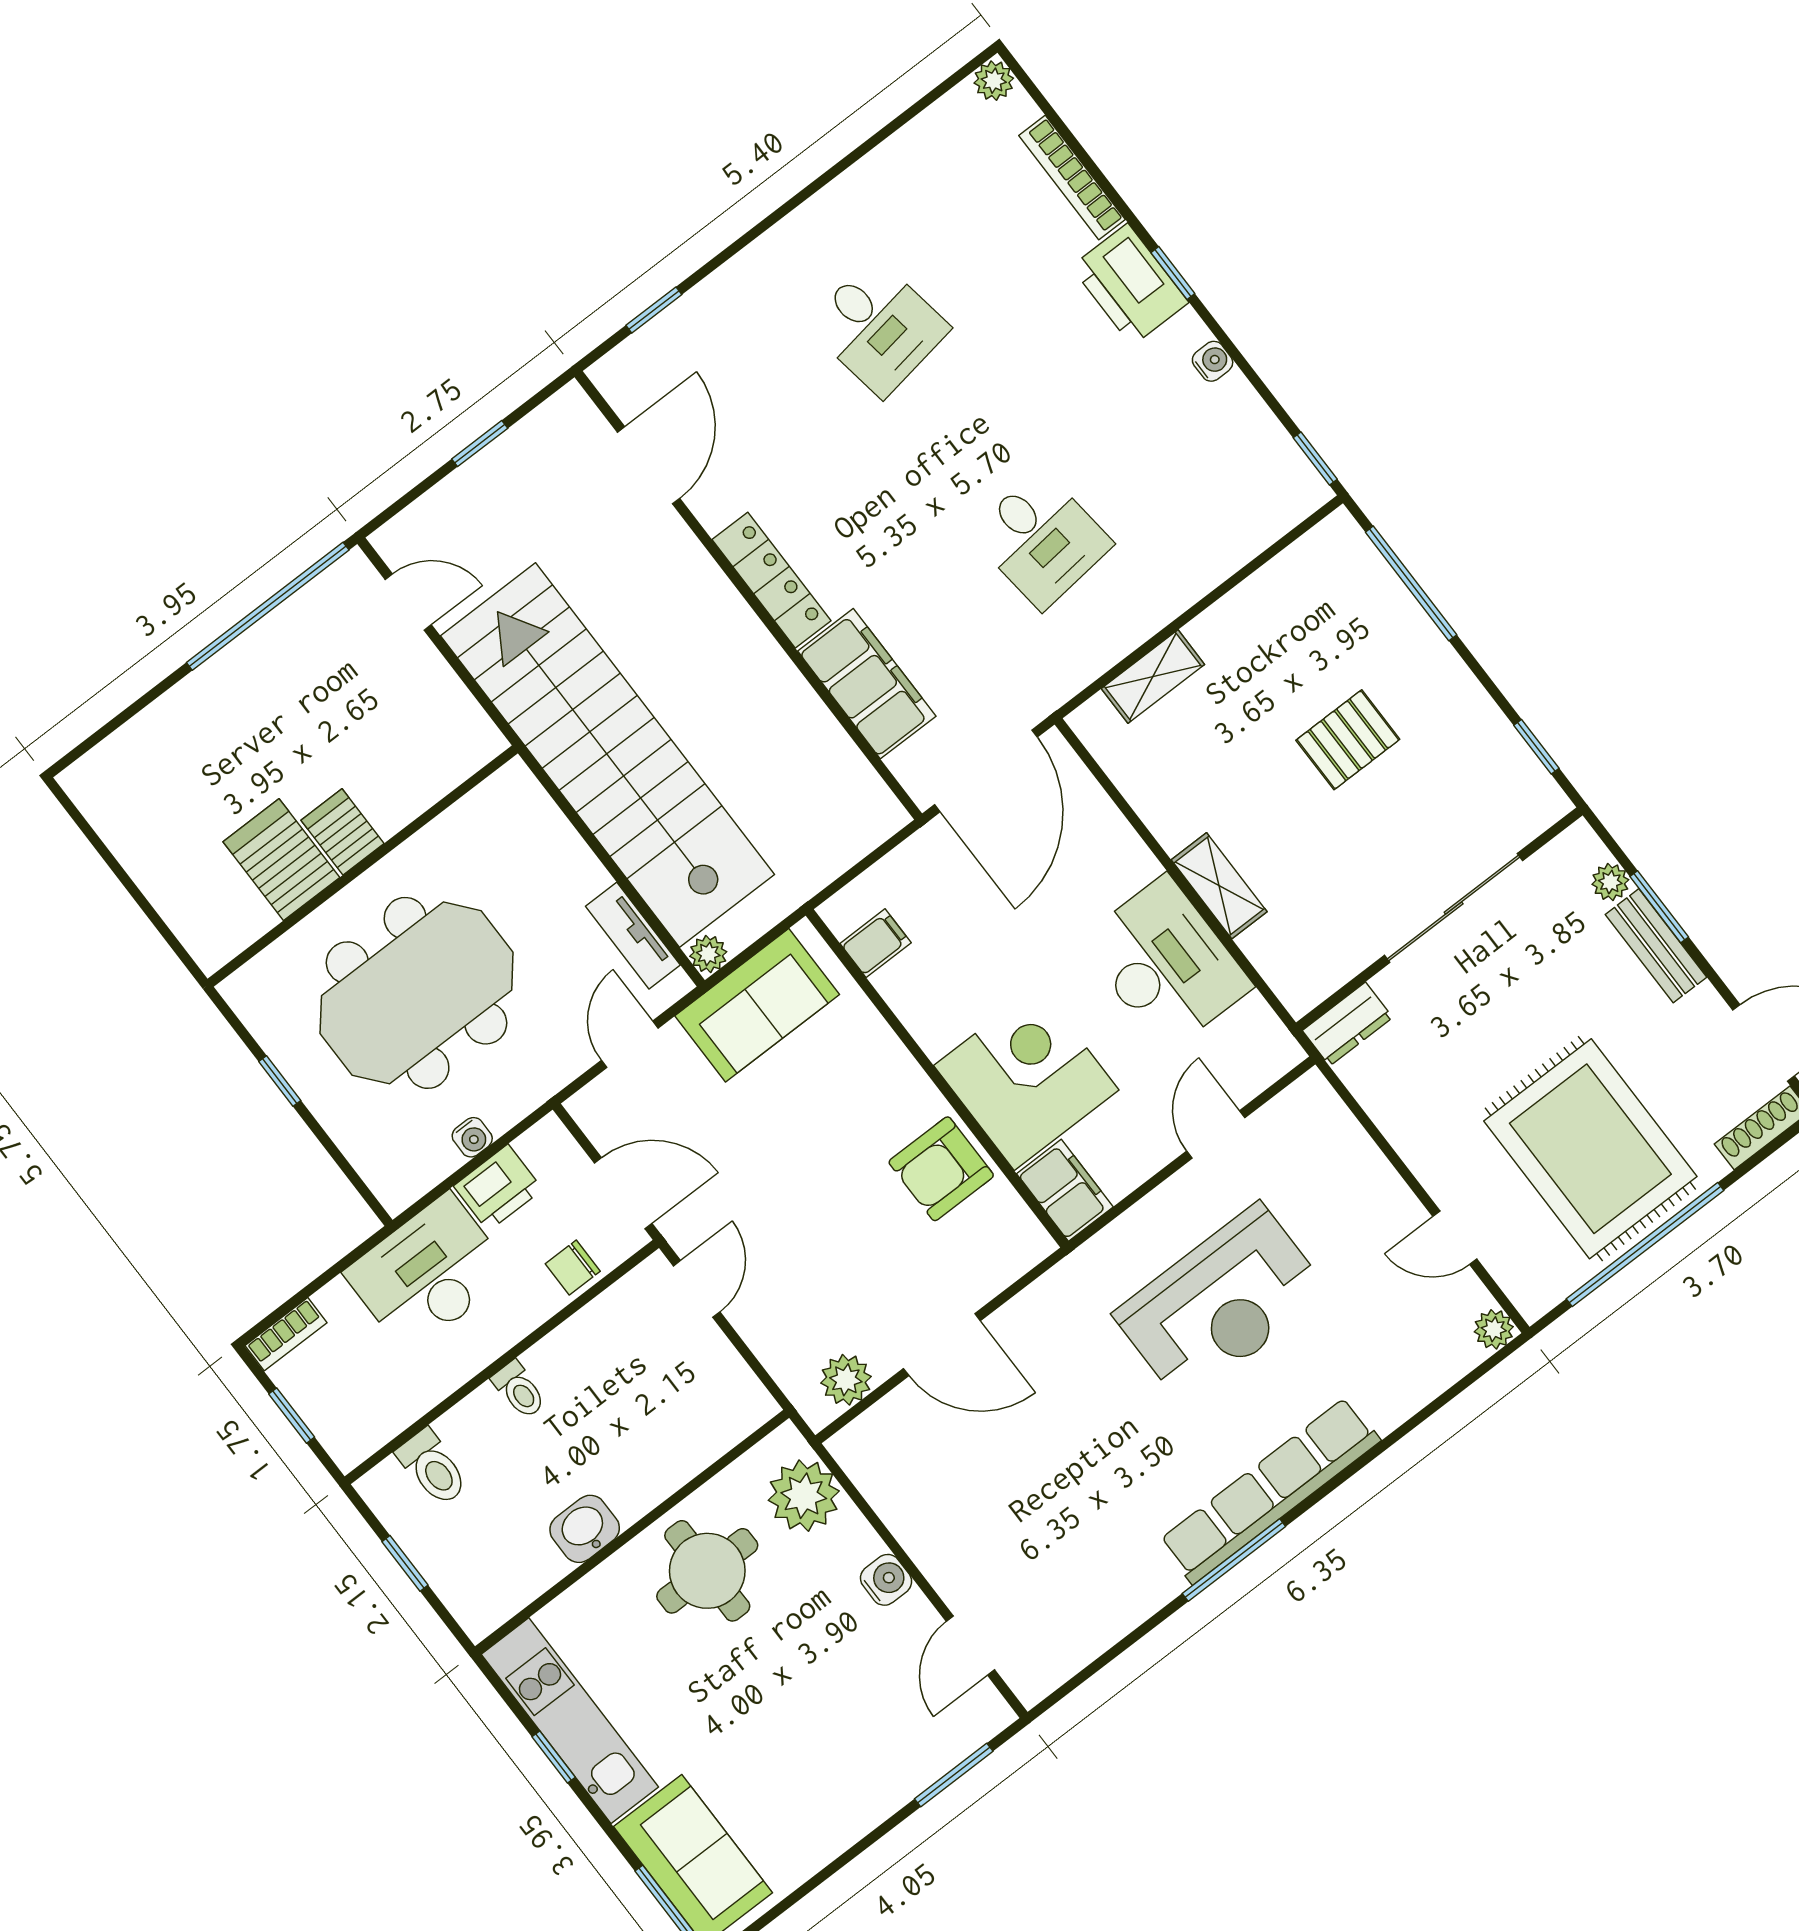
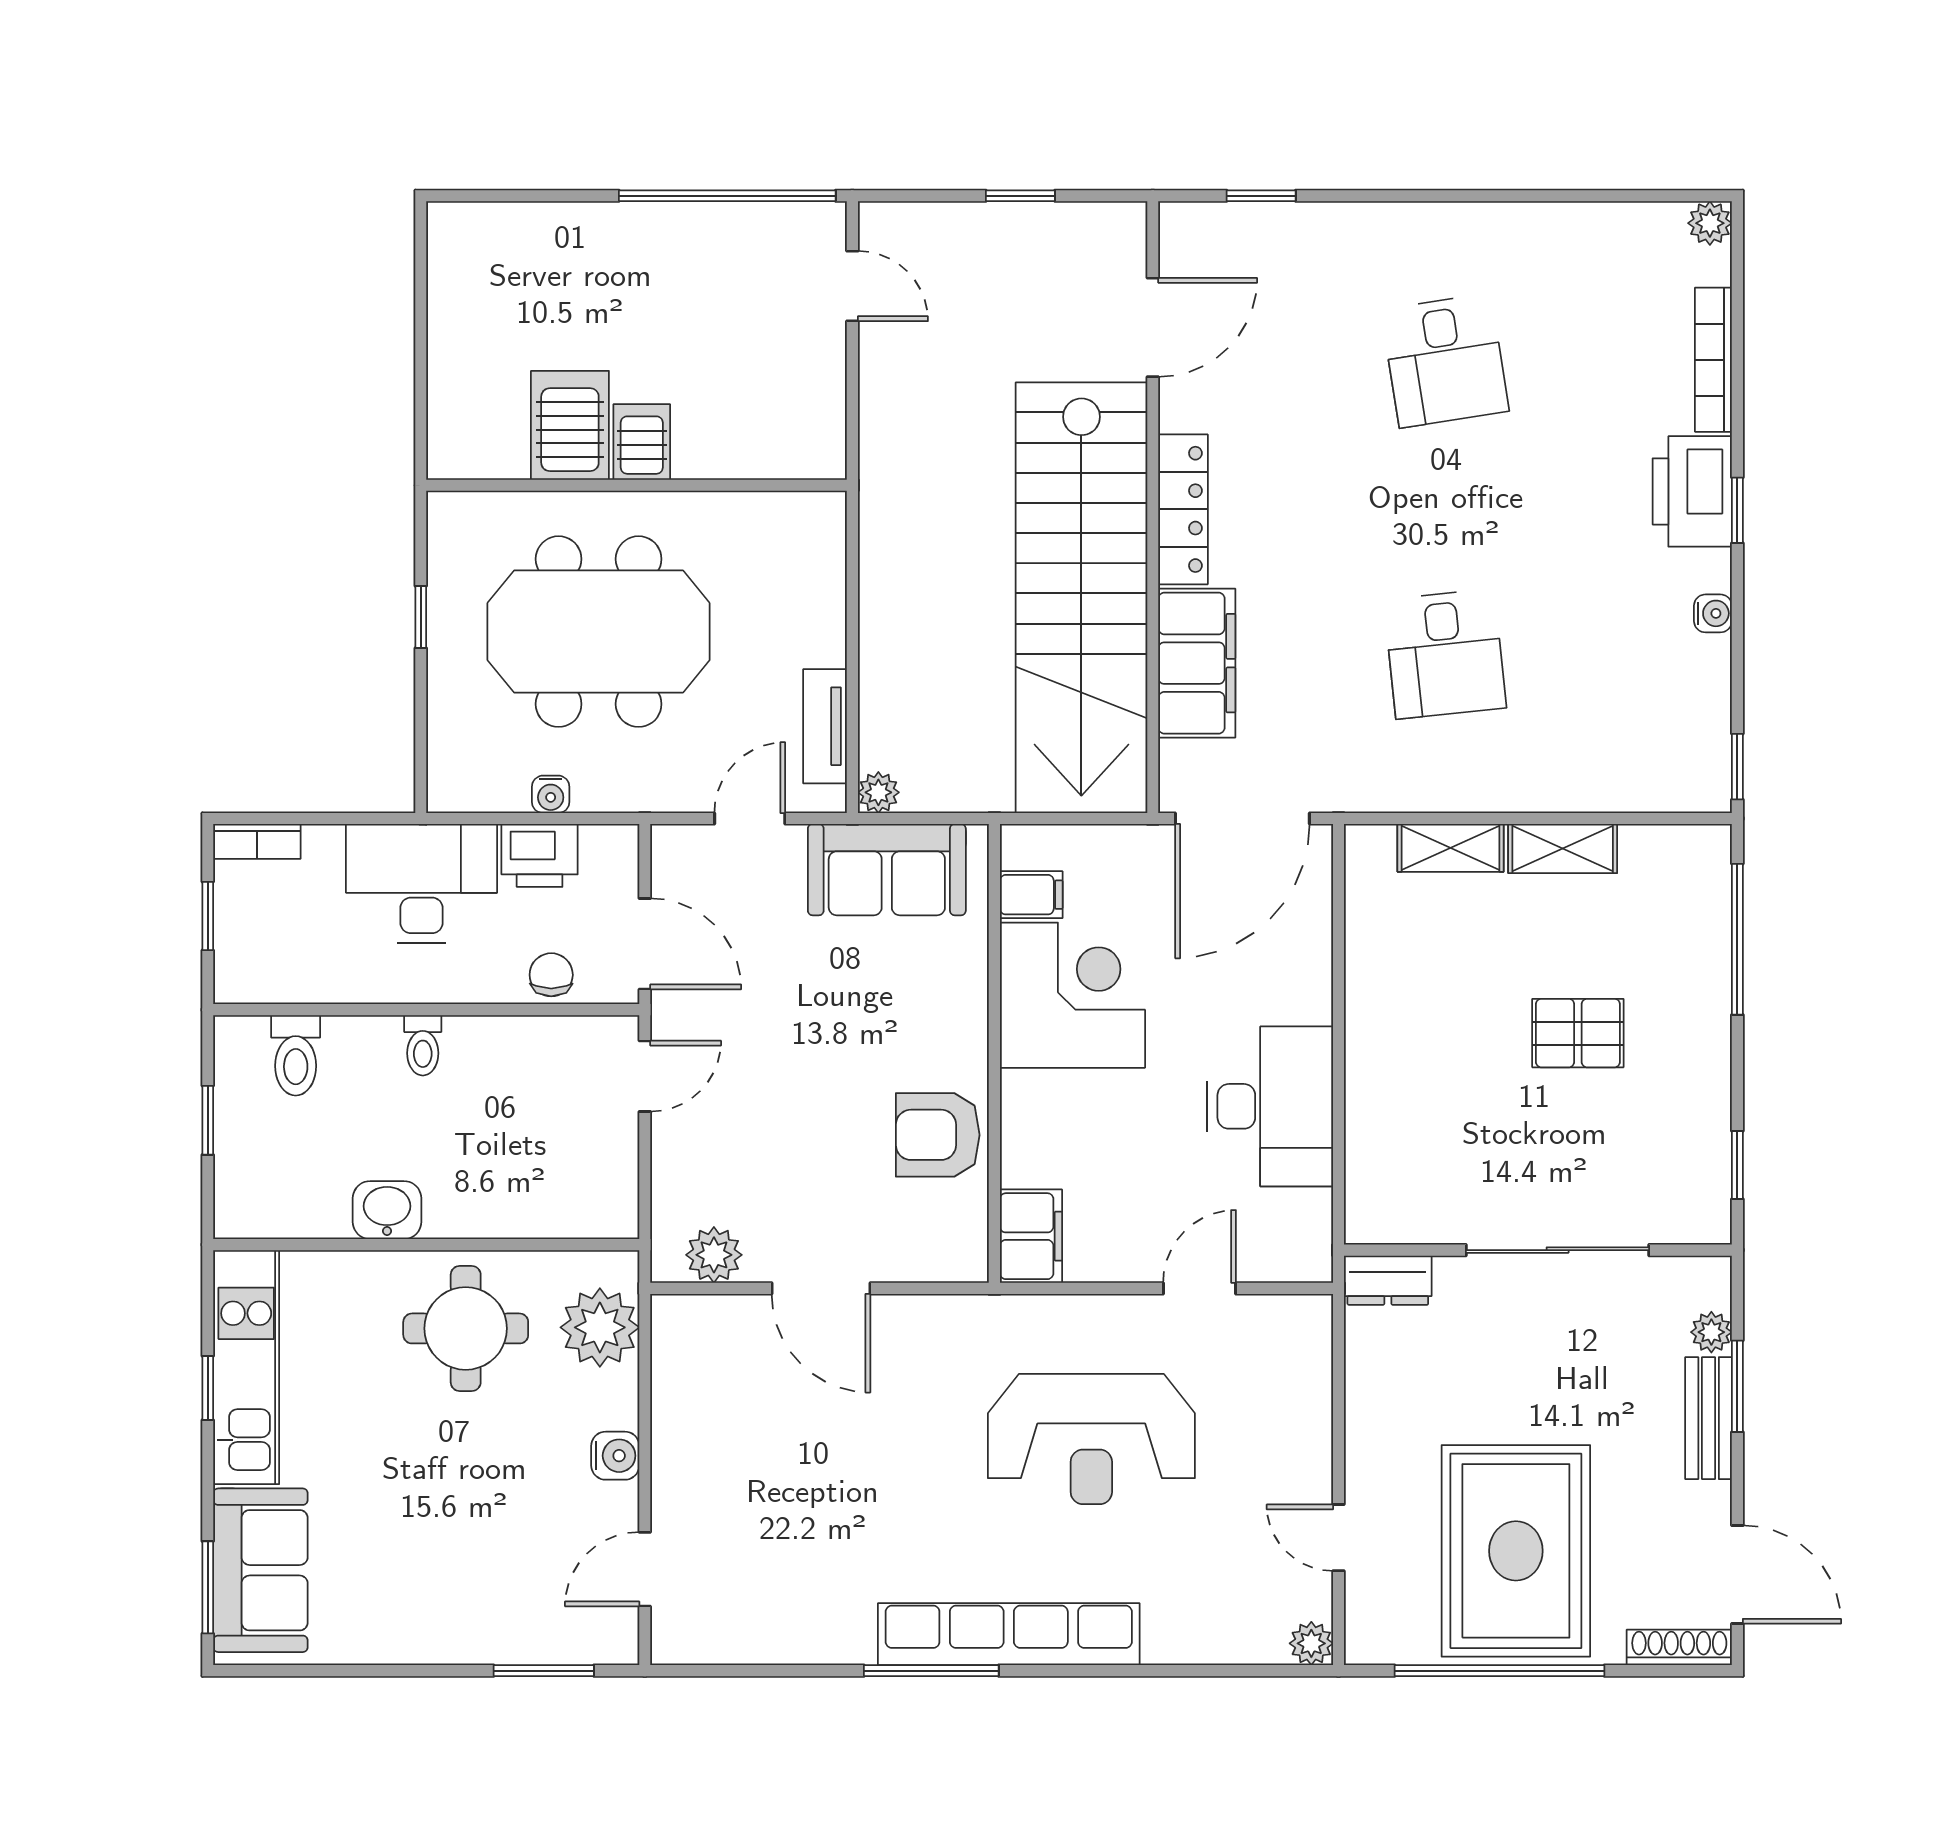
stairs: (608, 755) -> (1081, 598), moved, turned 180
shelving: (1219, 886) -> (1563, 849), moved, turned 90
corner desk: (1026, 1078) -> (1072, 995), moved
chair: (573, 1268) -> (551, 975), turned 90

